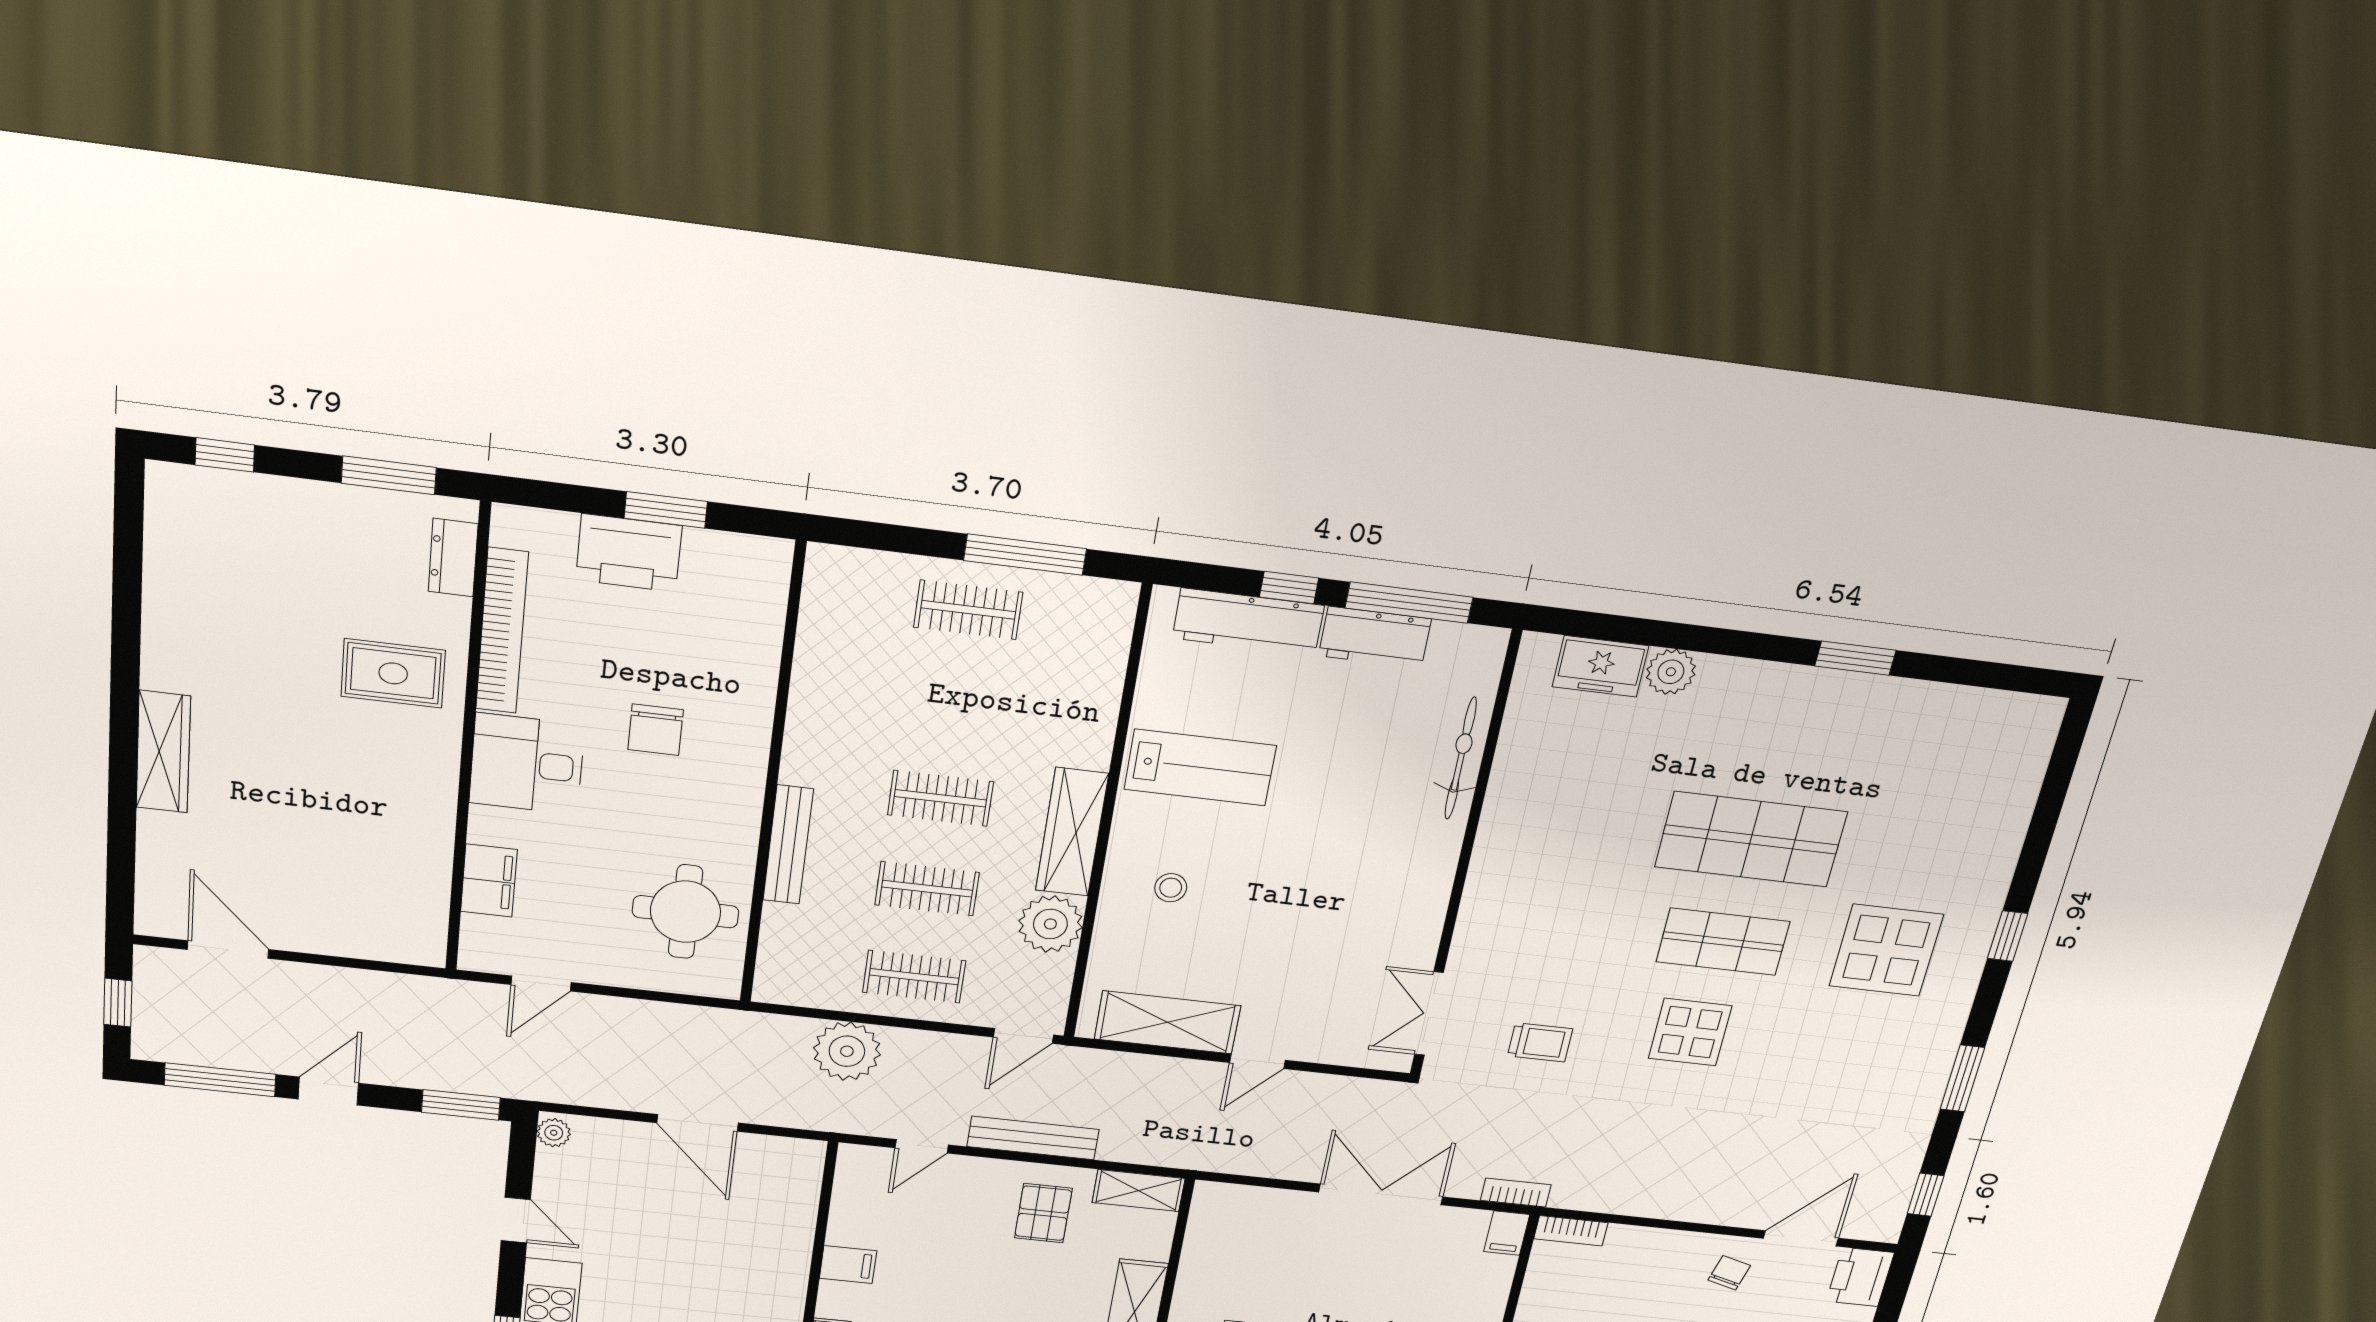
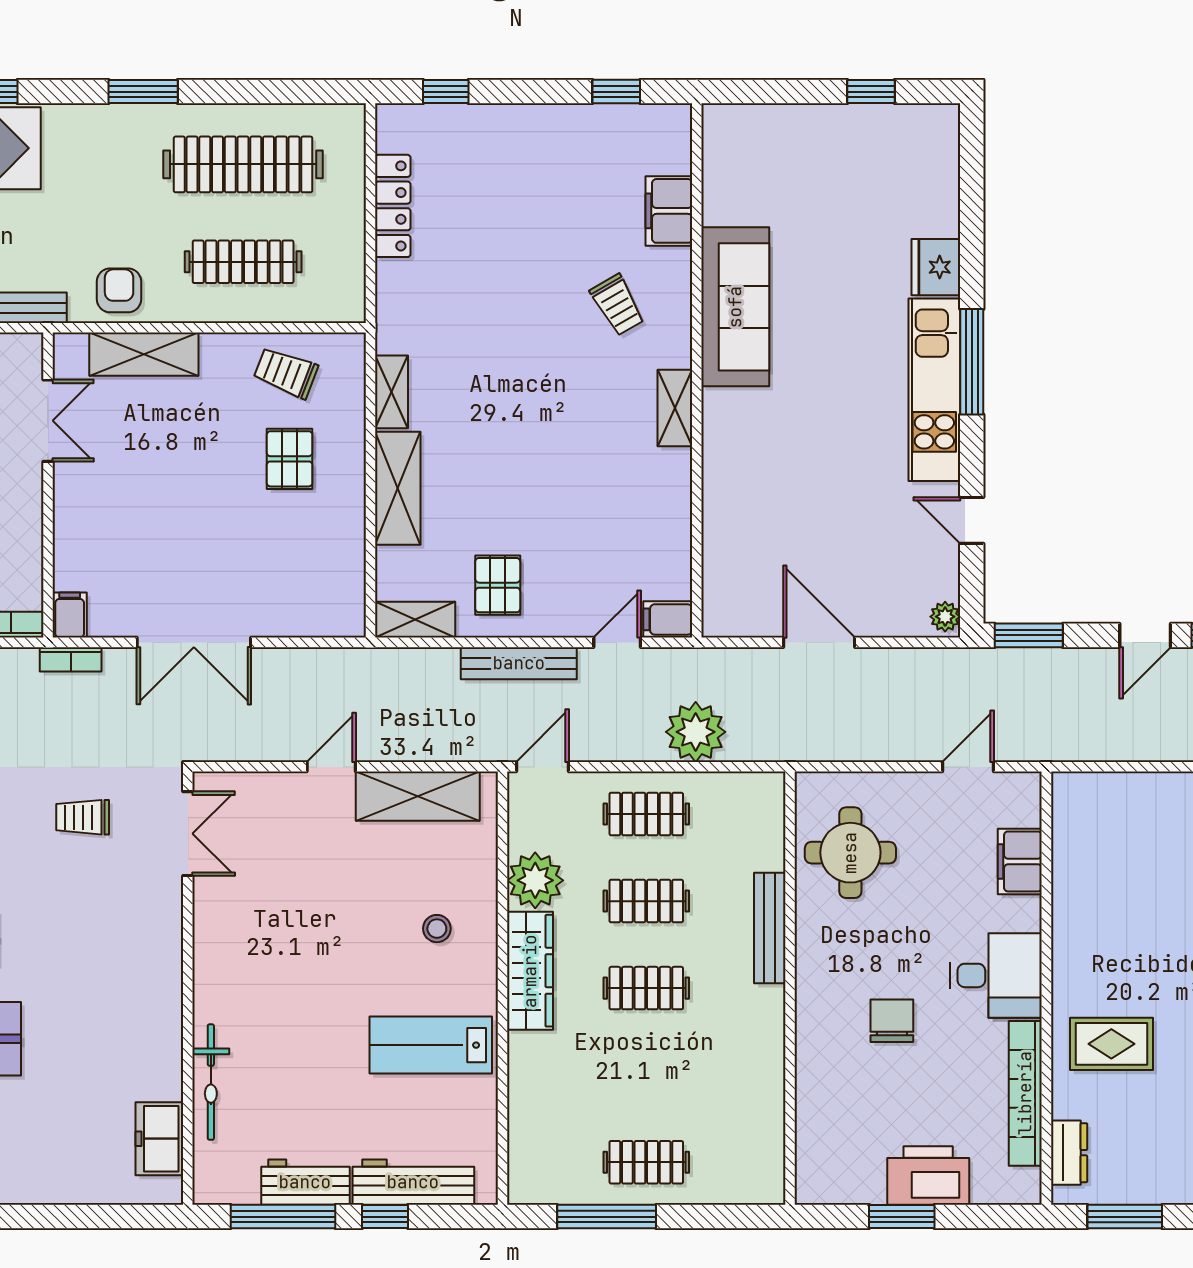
freezer: (1600, 666) -> (159, 1139), moved, turned -90
plant: (1671, 672) -> (50, 1184), removed
filing cabinet: (848, 1265) -> (668, 619), moved

